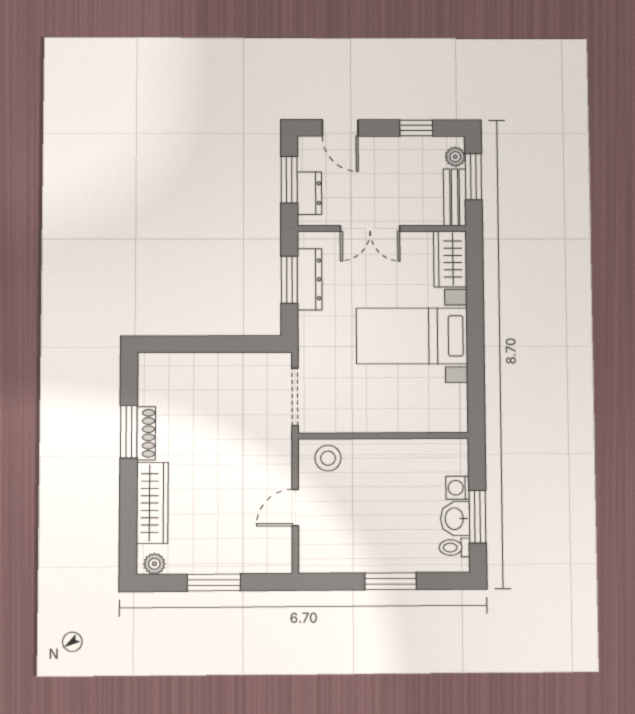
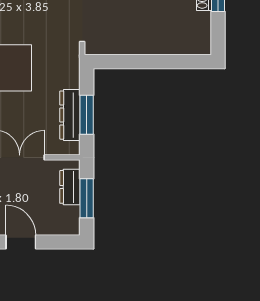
door: (340, 128) -> (21, 242), moved

